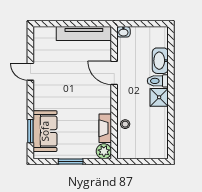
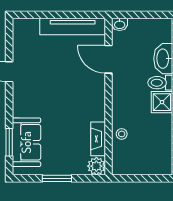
door: (114, 73) -> (109, 59), moved

